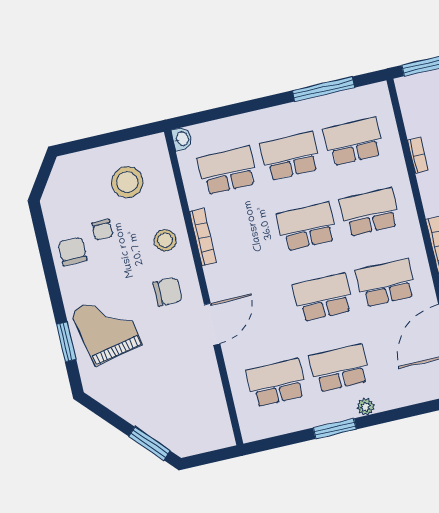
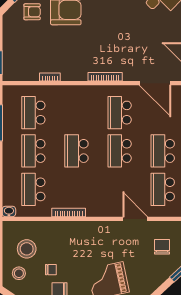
school desk: (370, 212) -> (76, 113), removed
stool: (165, 240) -> (19, 273), moved
chair: (168, 292) -> (162, 247), moved
door: (212, 324) -> (135, 219), moved

